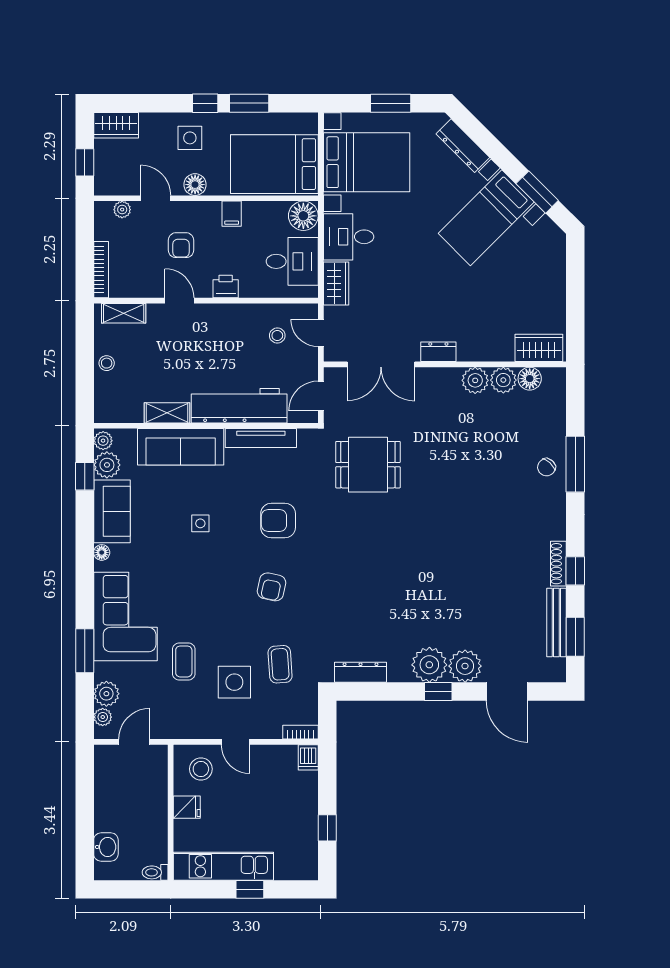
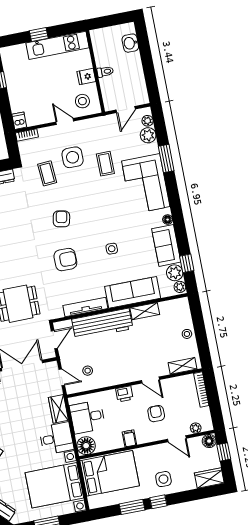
floor lamp: (195, 185) -> (209, 441), moved
toilet: (155, 872) -> (105, 72), moved

